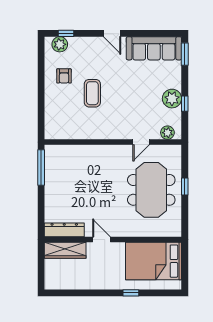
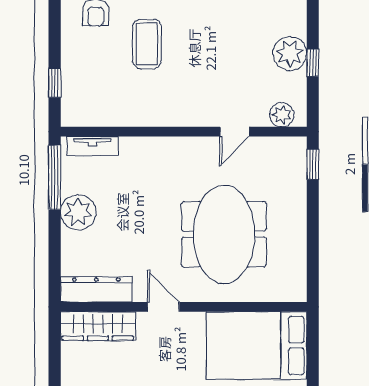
window: (41, 115) -> (55, 83), added
tv unit: (62, 150) -> (92, 146), added
window: (185, 186) -> (313, 164), moved
plant: (54, 187) -> (78, 212), added
meeting table: (151, 190) -> (224, 234), moved

